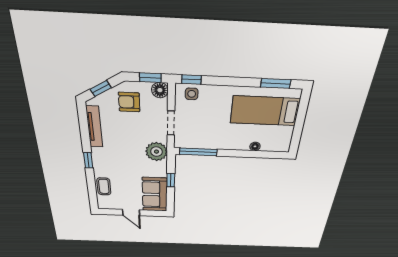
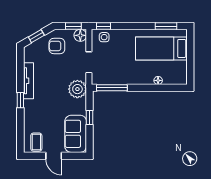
tv unit: (94, 127) -> (28, 81), moved
coffee table: (104, 186) -> (36, 142), moved

